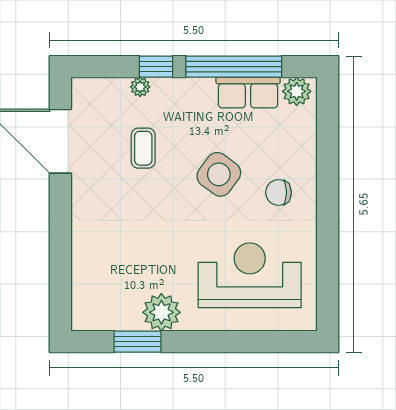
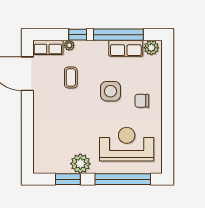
row of seats: (100, 91) -> (48, 47), added
side table: (219, 174) -> (110, 91), turned -36
window: (242, 342) -> (123, 179), added

